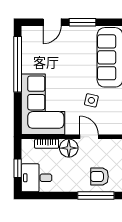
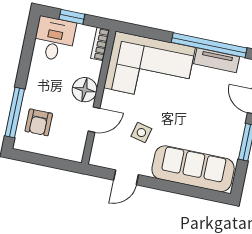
tv unit: (27, 57) -> (217, 60), added
bookcase: (47, 144) -> (100, 44), moved
armchair: (99, 177) -> (39, 122), turned 180

